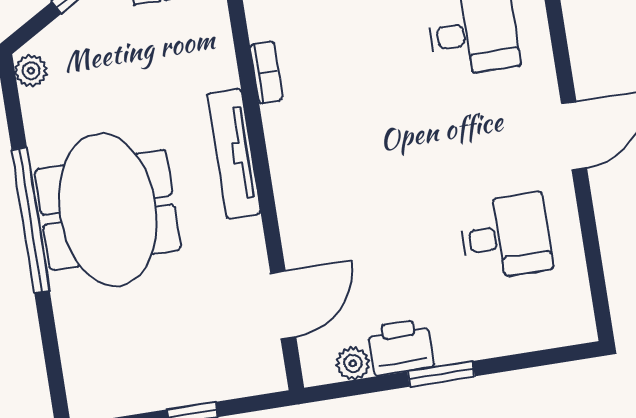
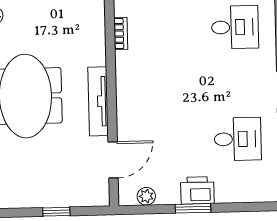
tv unit: (234, 154) -> (98, 101), moved
printer: (401, 347) -> (197, 190), moved

